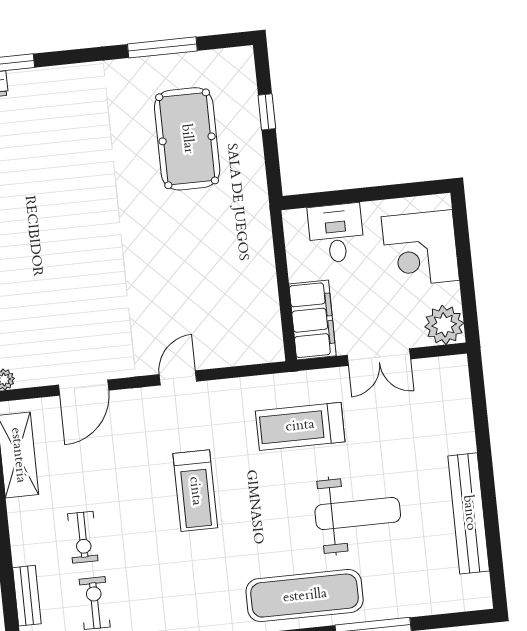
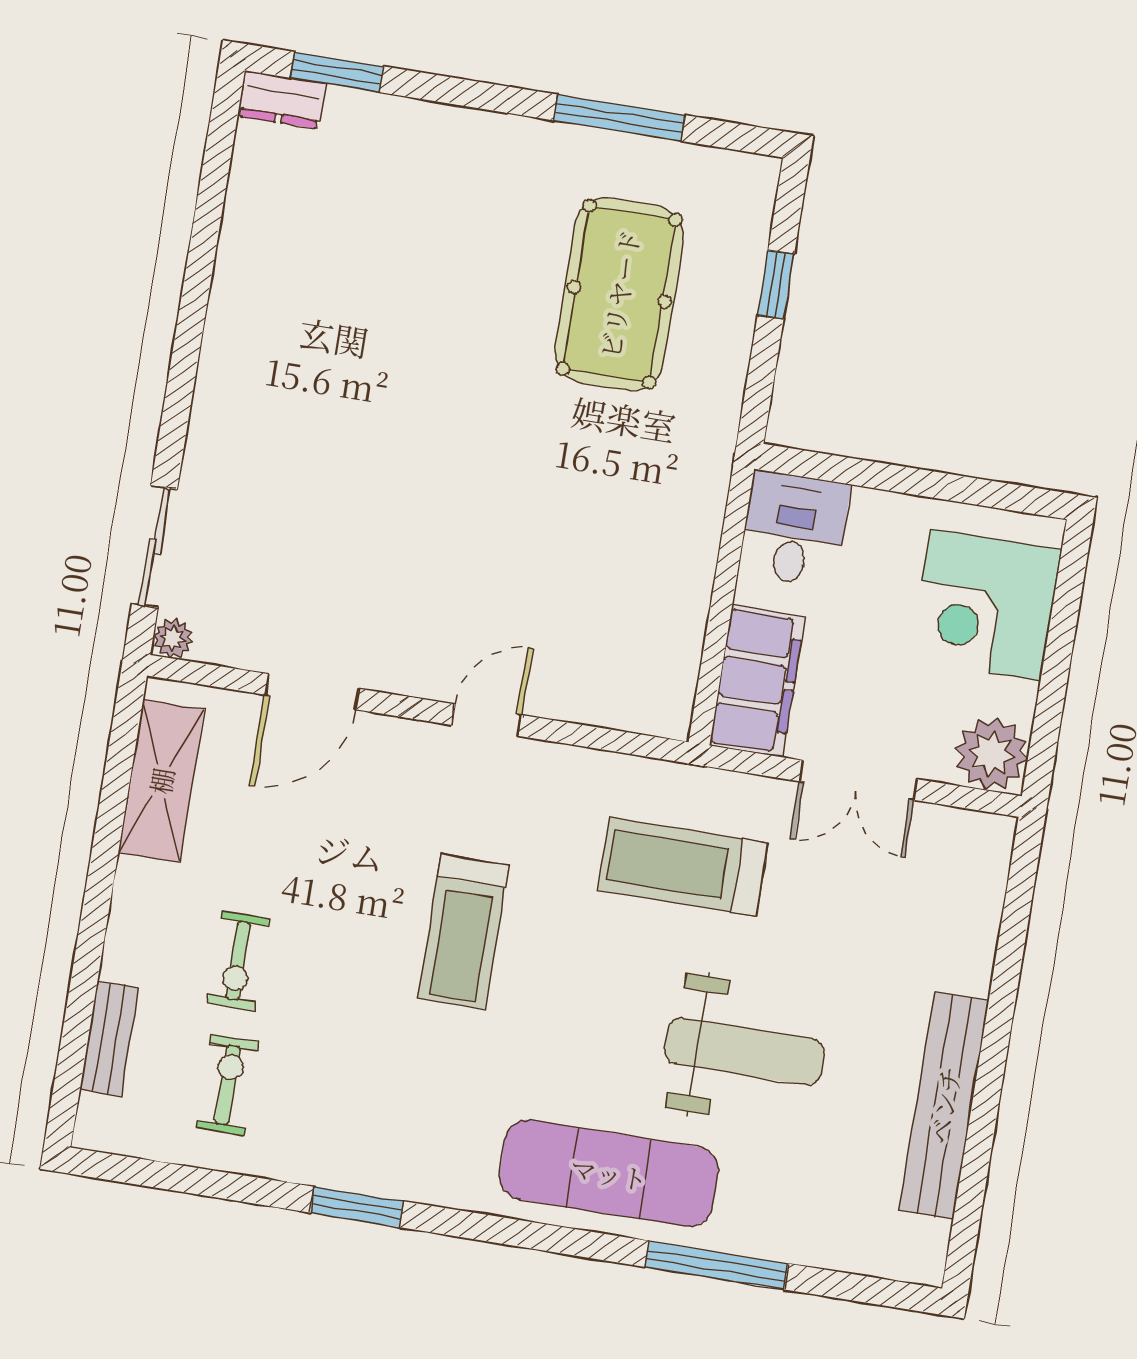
desk: (336, 233) -> (794, 529), moved

